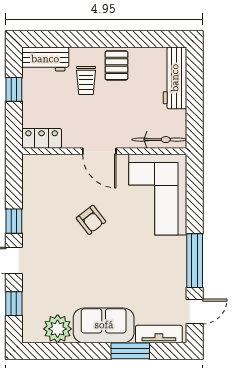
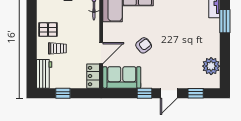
door: (99, 151) -> (101, 53), moved
sofa: (104, 325) -> (122, 77), moved, turned 90

